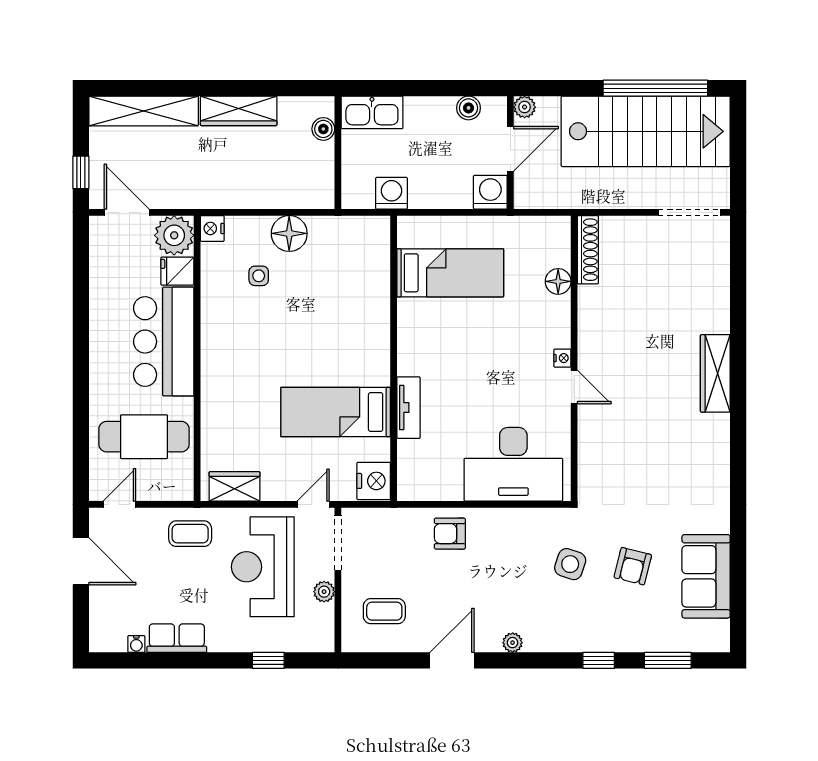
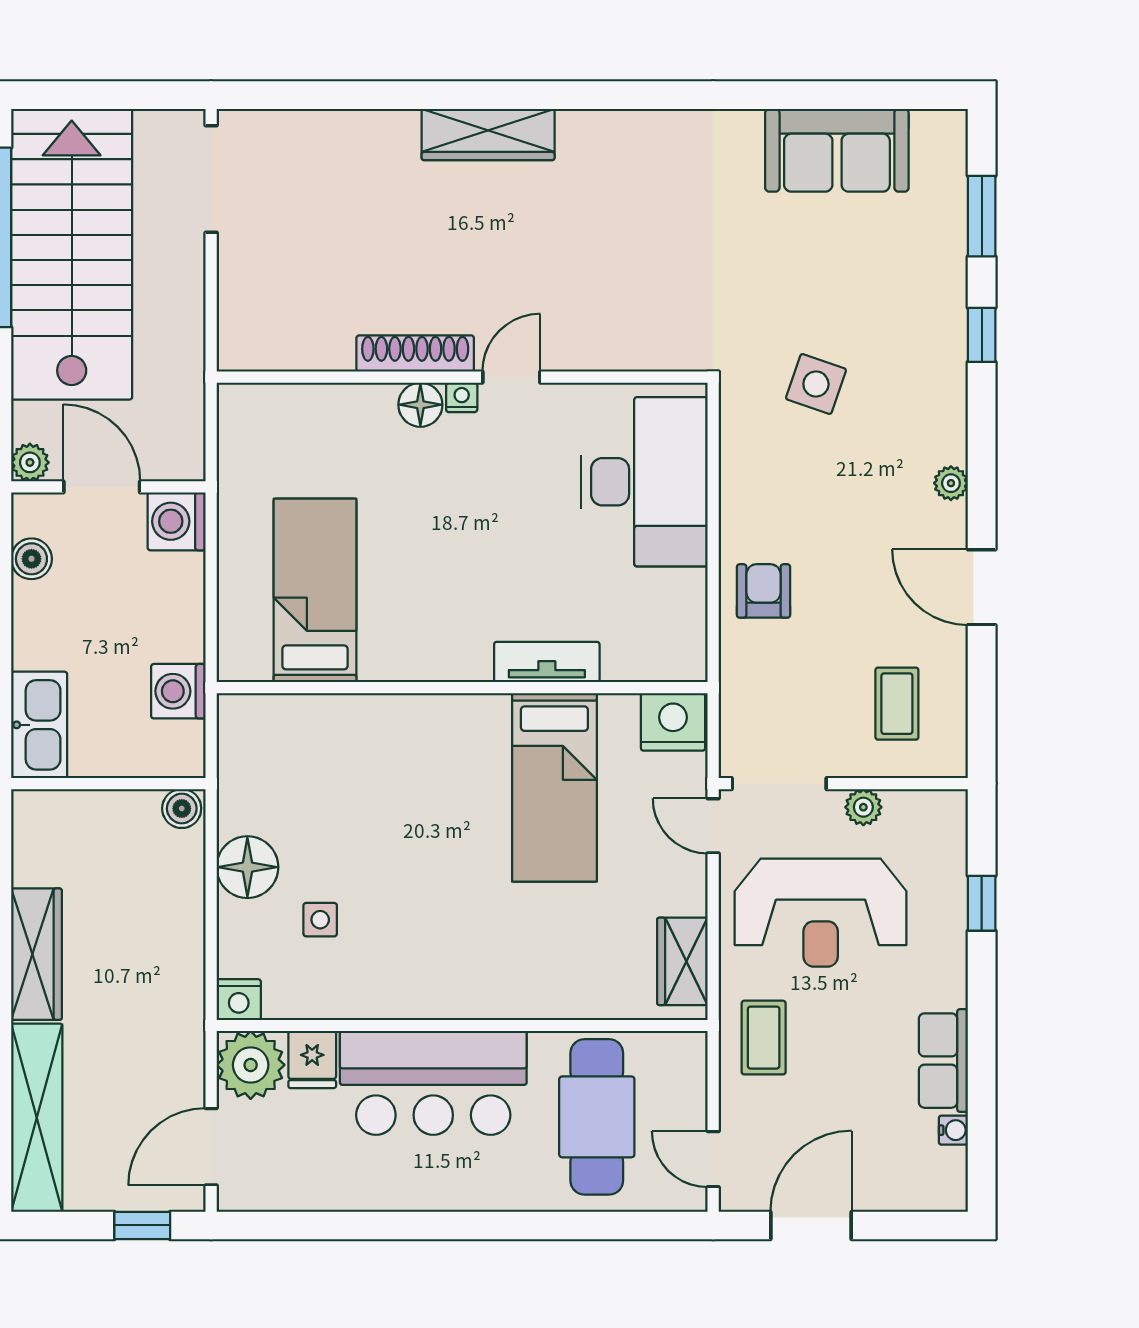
boiler: (323, 129) -> (182, 809), moved
shoe rack: (588, 250) -> (415, 354), moved
floor lamp: (558, 281) -> (420, 405), moved
armchair: (450, 534) -> (763, 591), turned 180
armchair: (633, 566) -> (820, 276), removed

